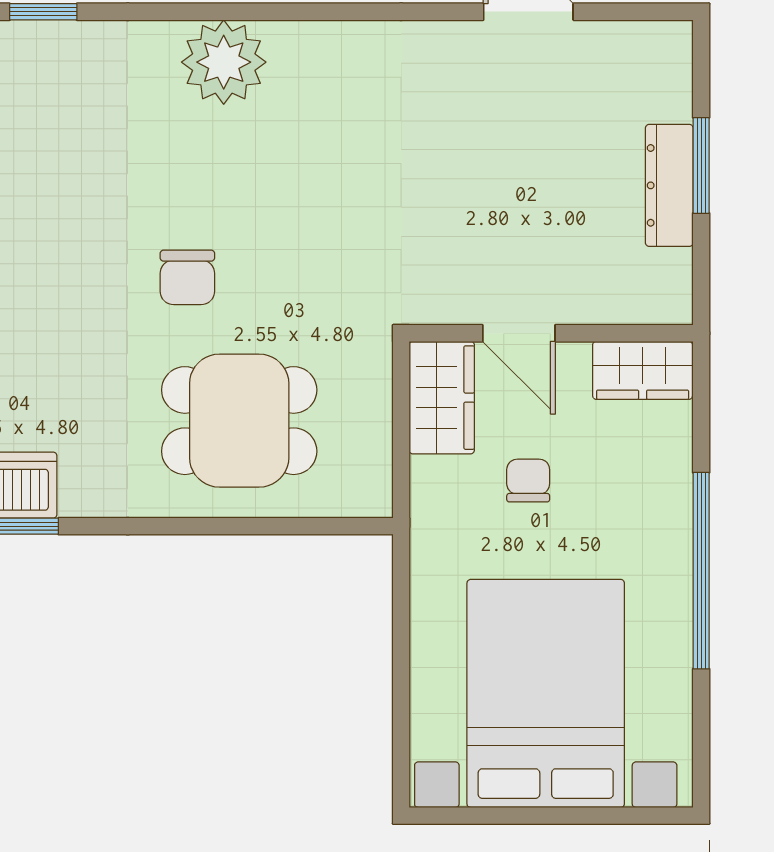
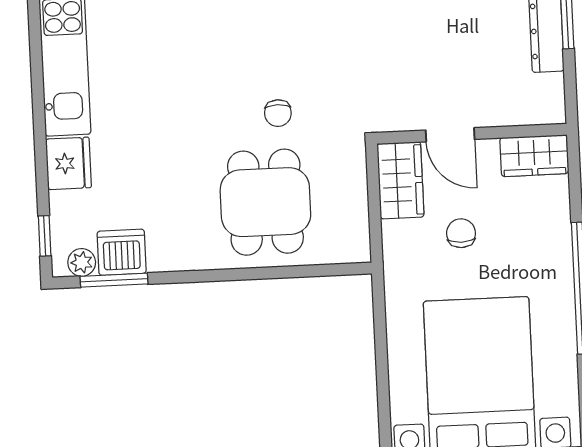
chair: (187, 277) -> (278, 113), moved, width x0.73, depth x0.73
dining table: (239, 421) -> (265, 202), turned 90

